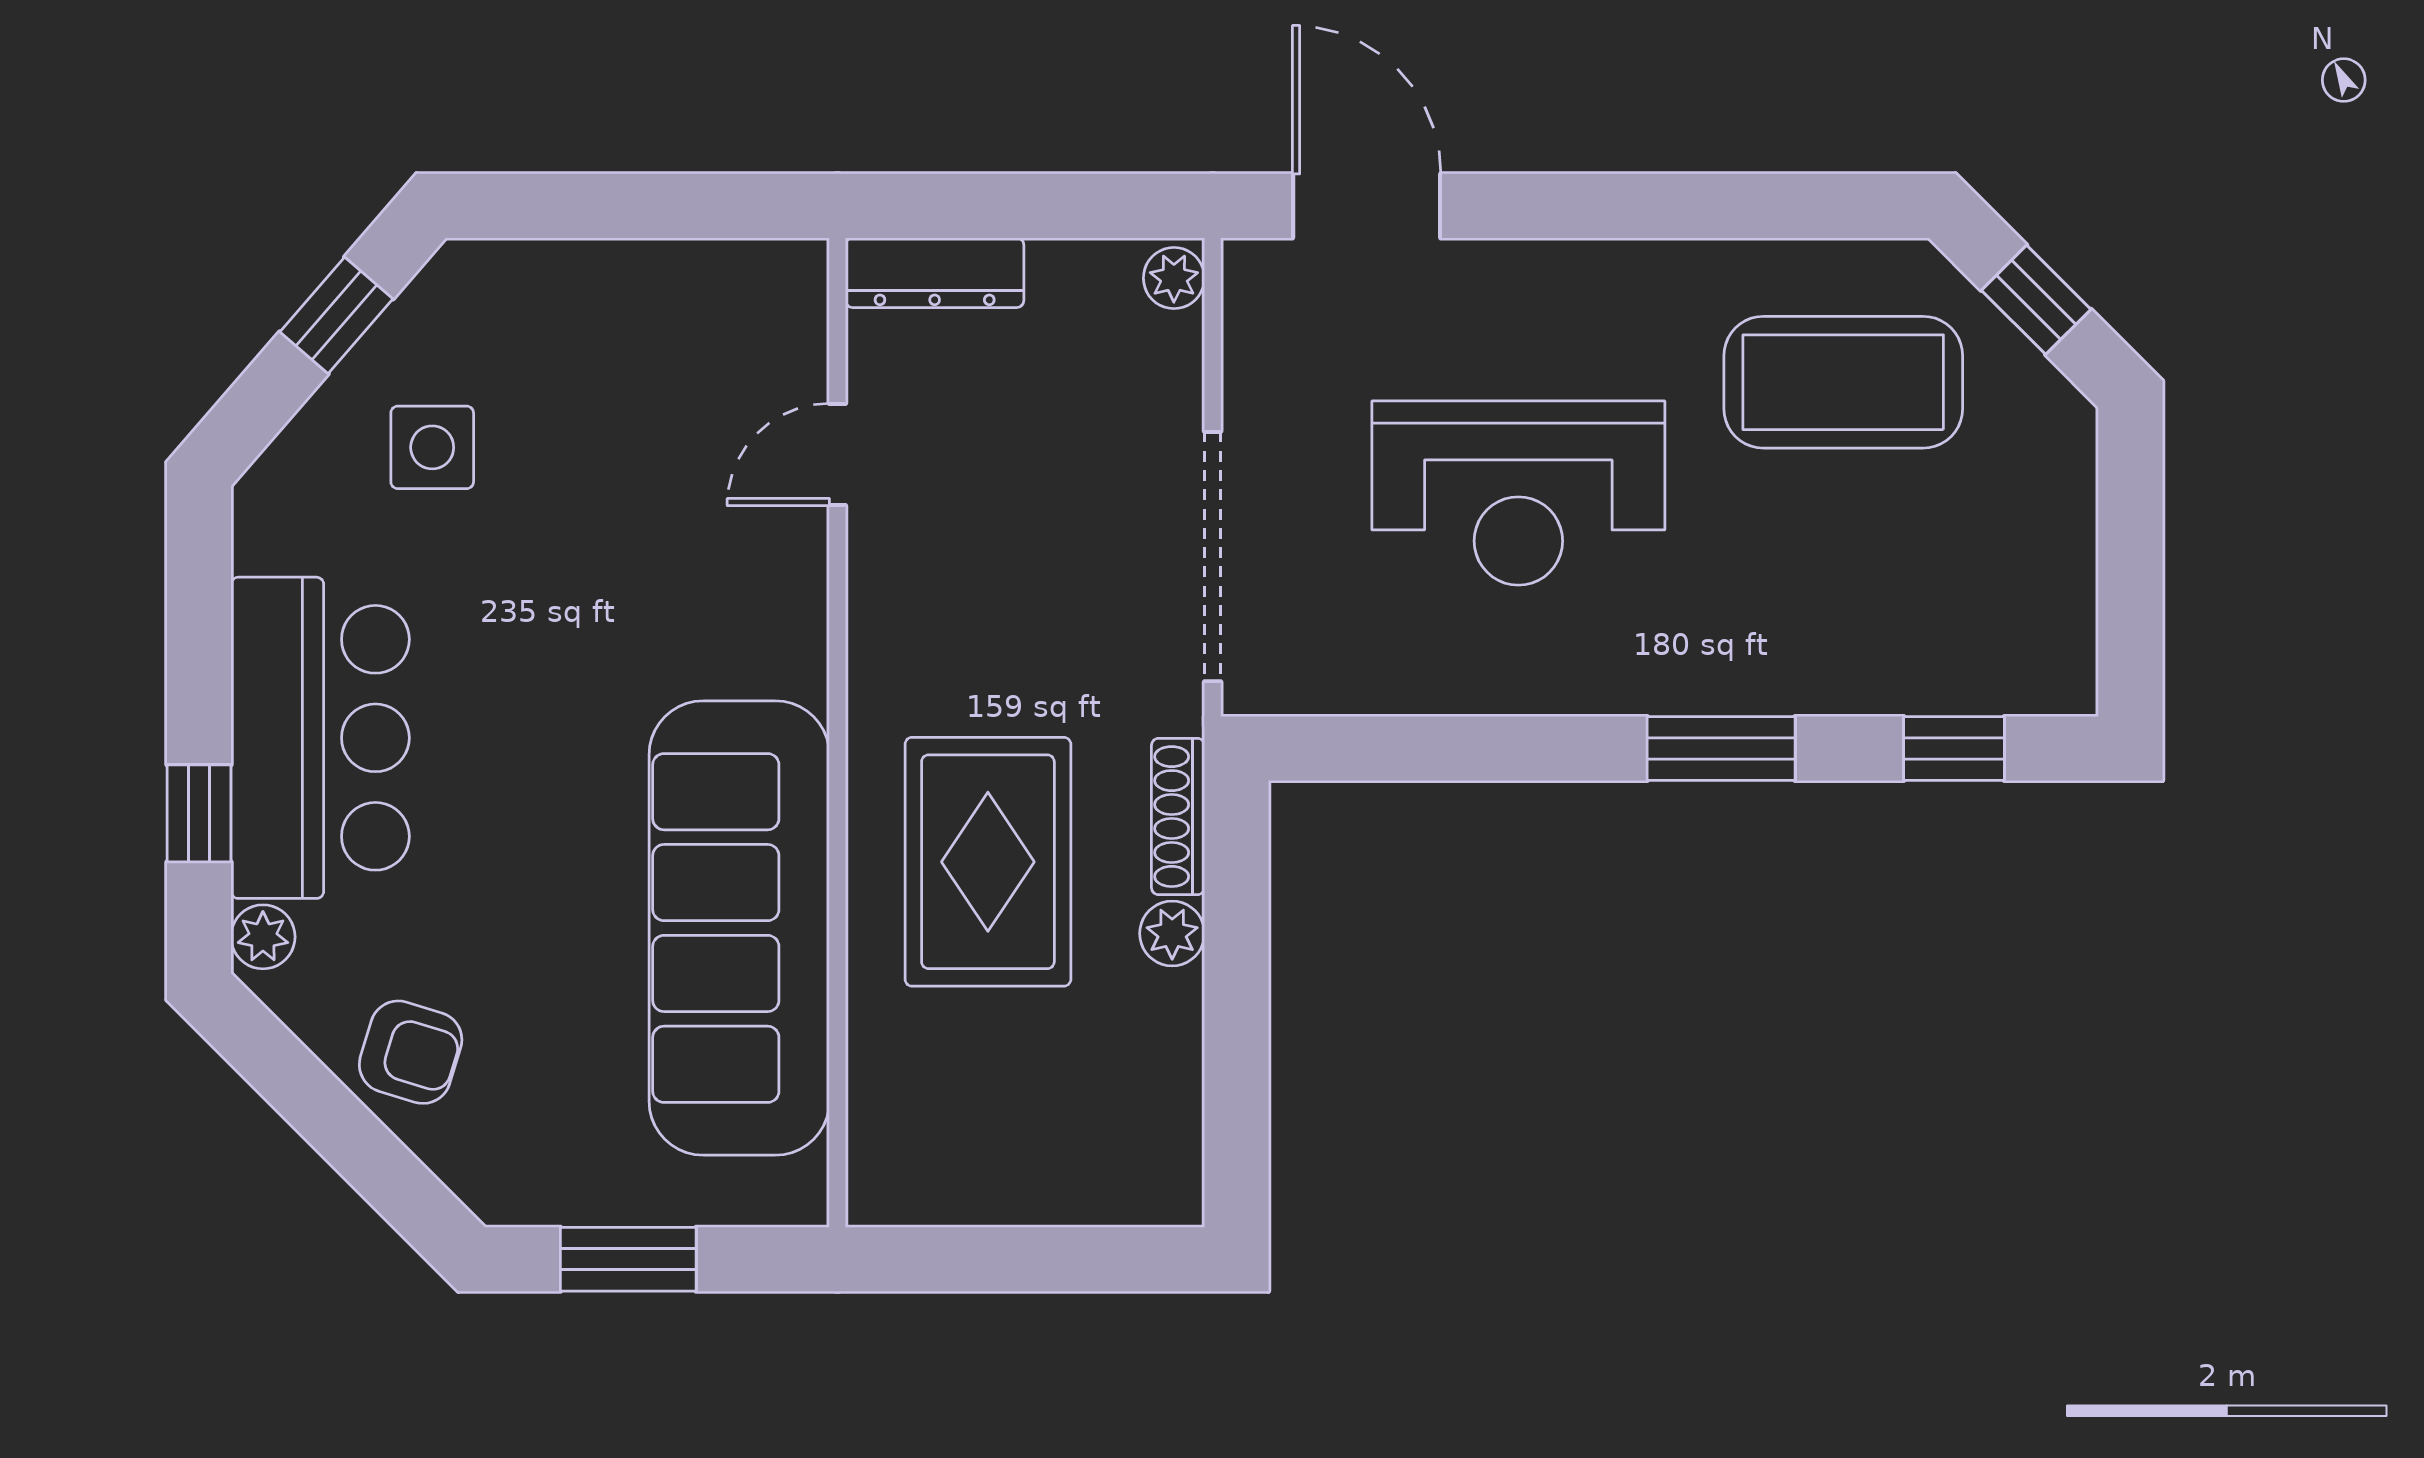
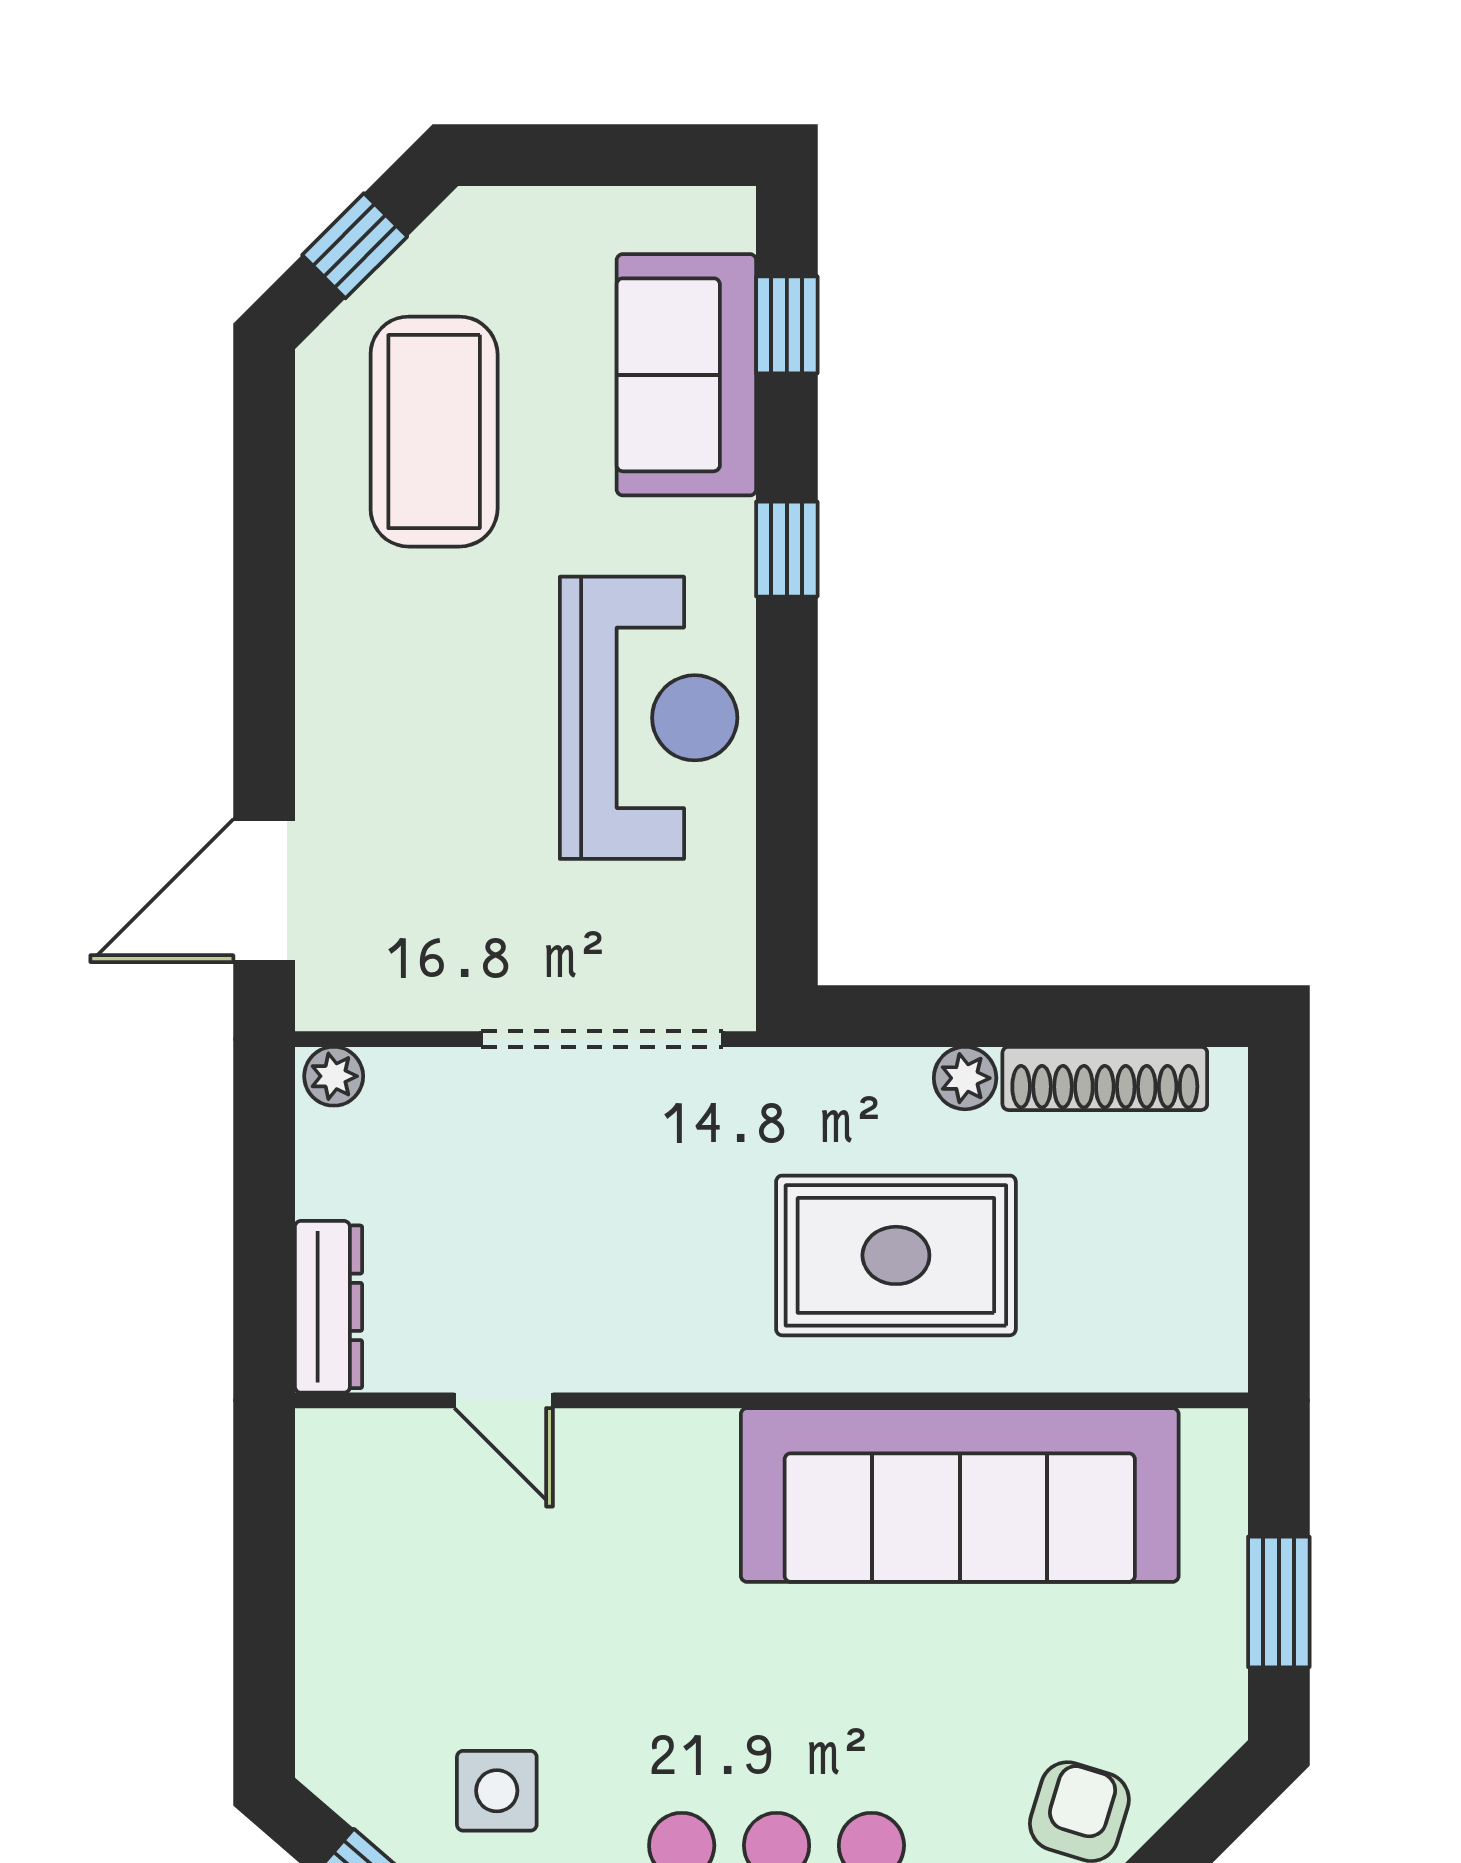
reception desk: (1518, 493) -> (649, 718), moved
sofa: (1902, 644) -> (686, 375), added
window: (1721, 749) -> (787, 549), width x0.67
shoe rack: (1178, 817) -> (1105, 1078), moved, width x1.36, depth x1.24

